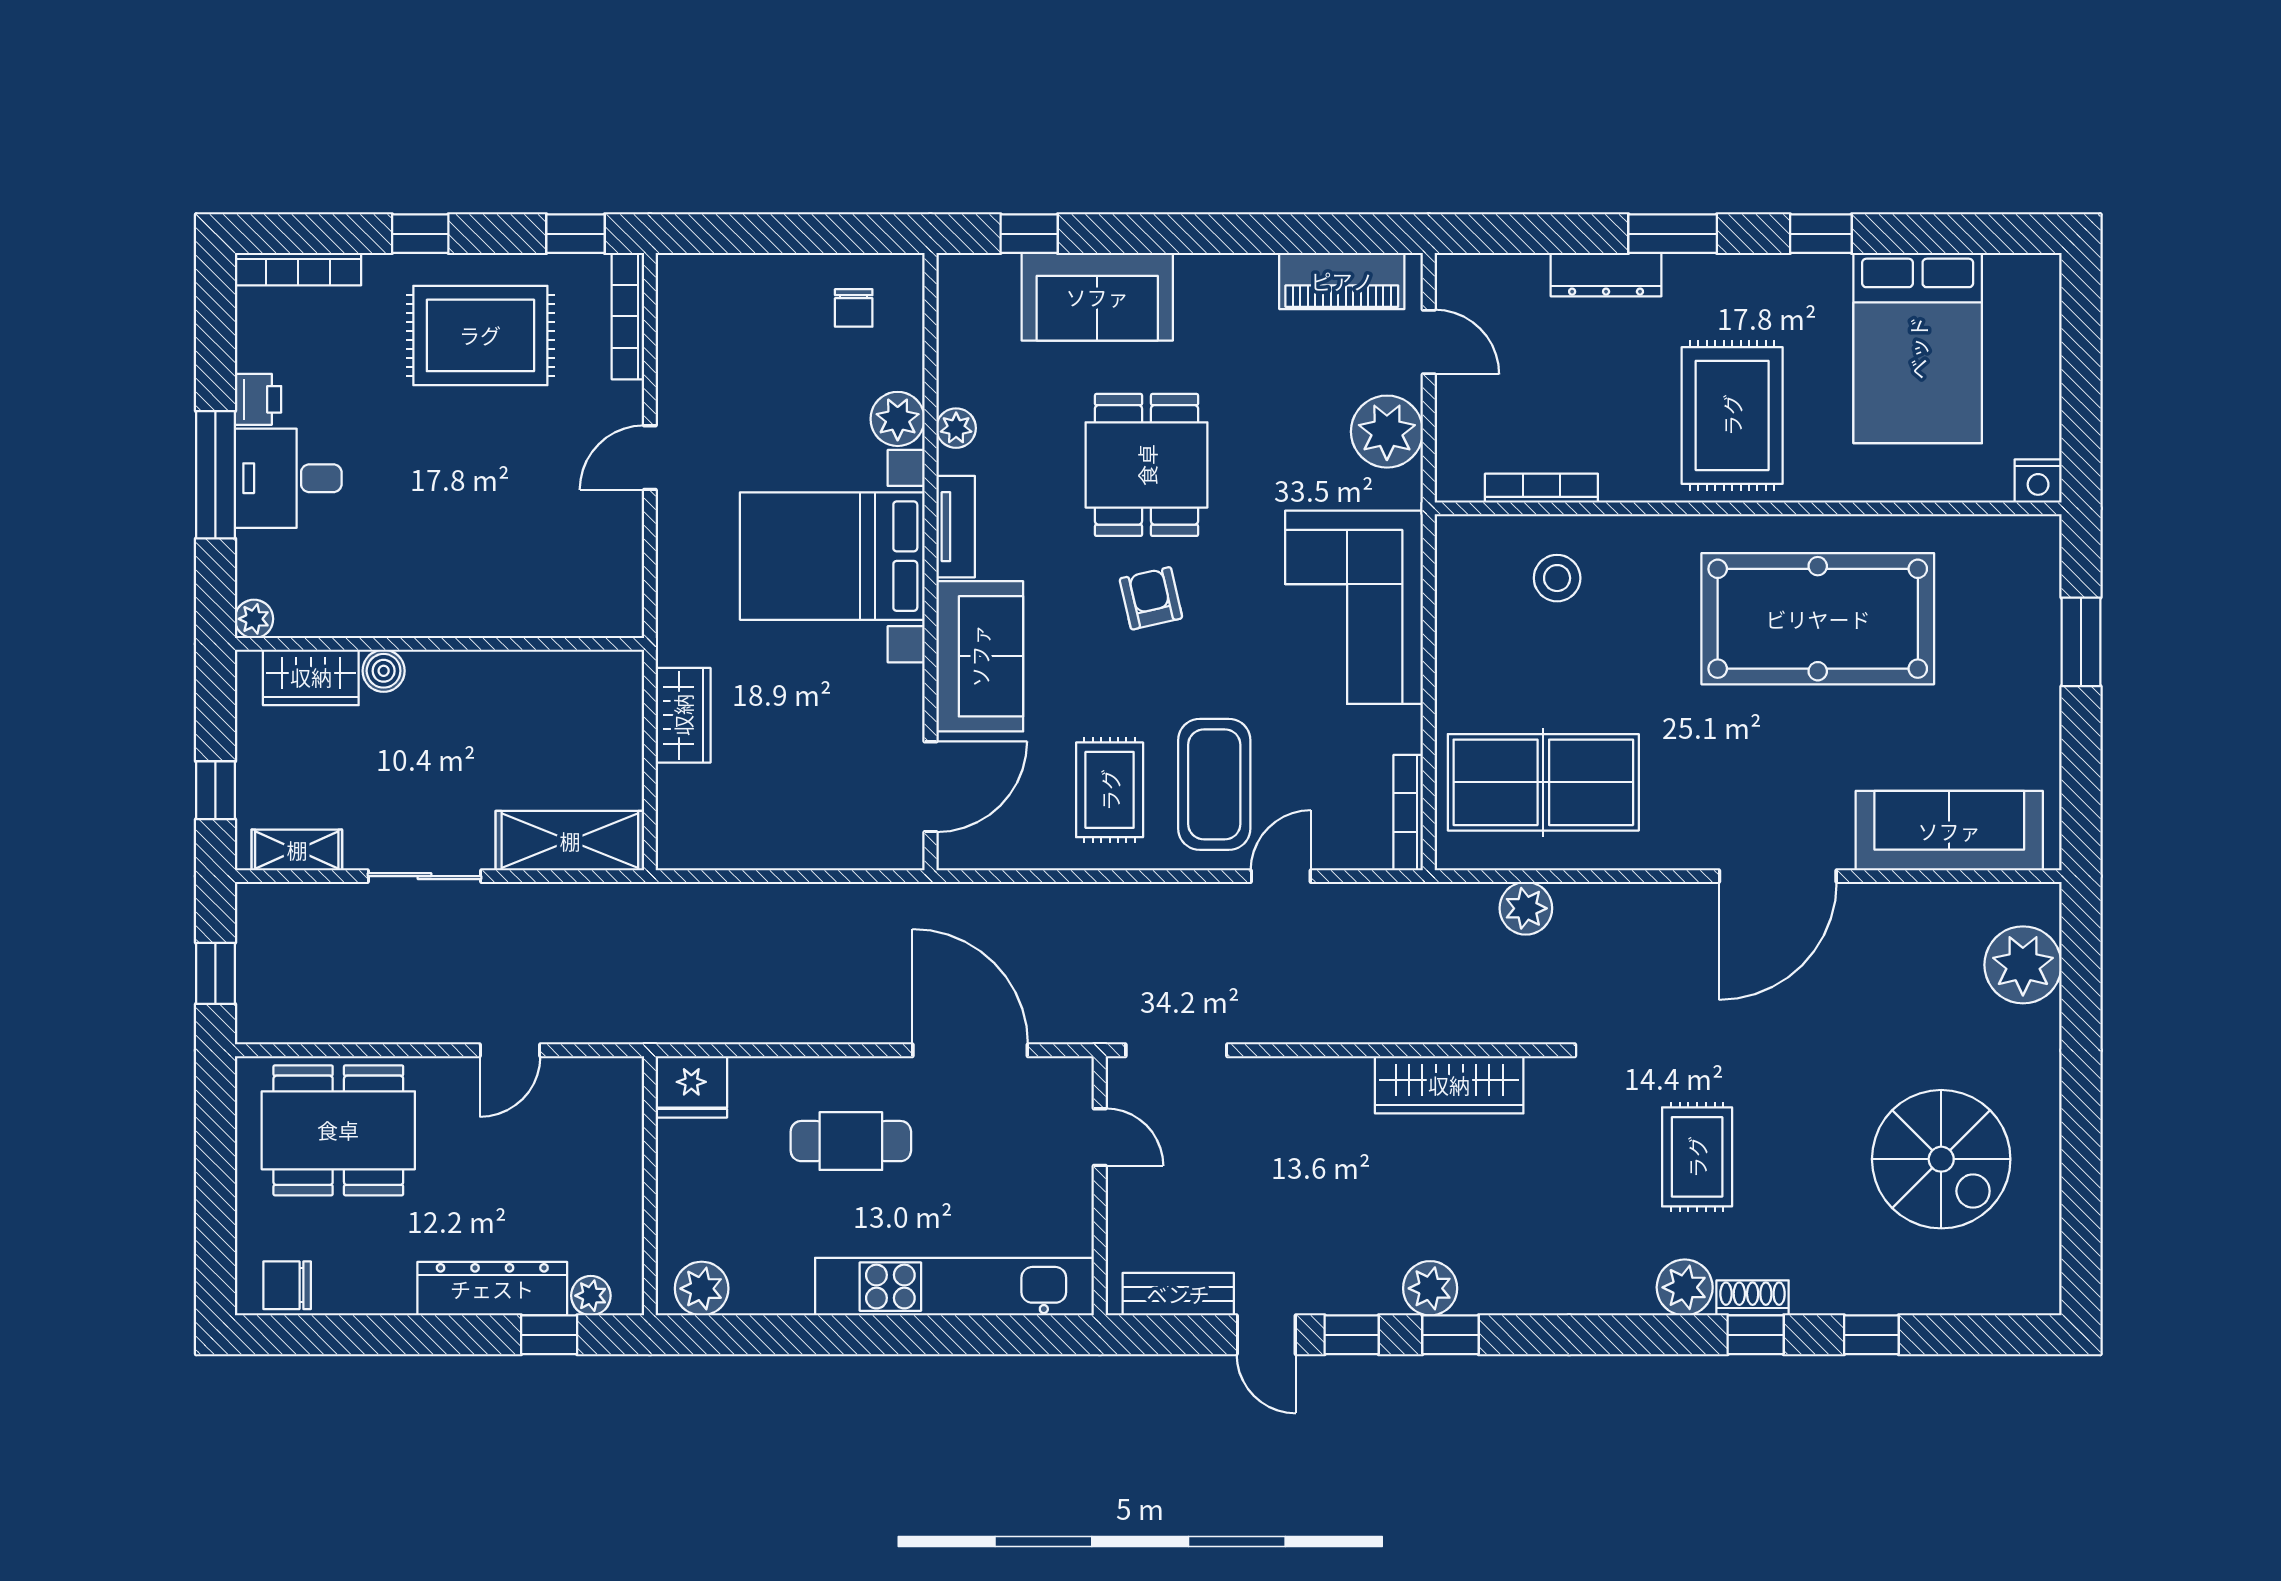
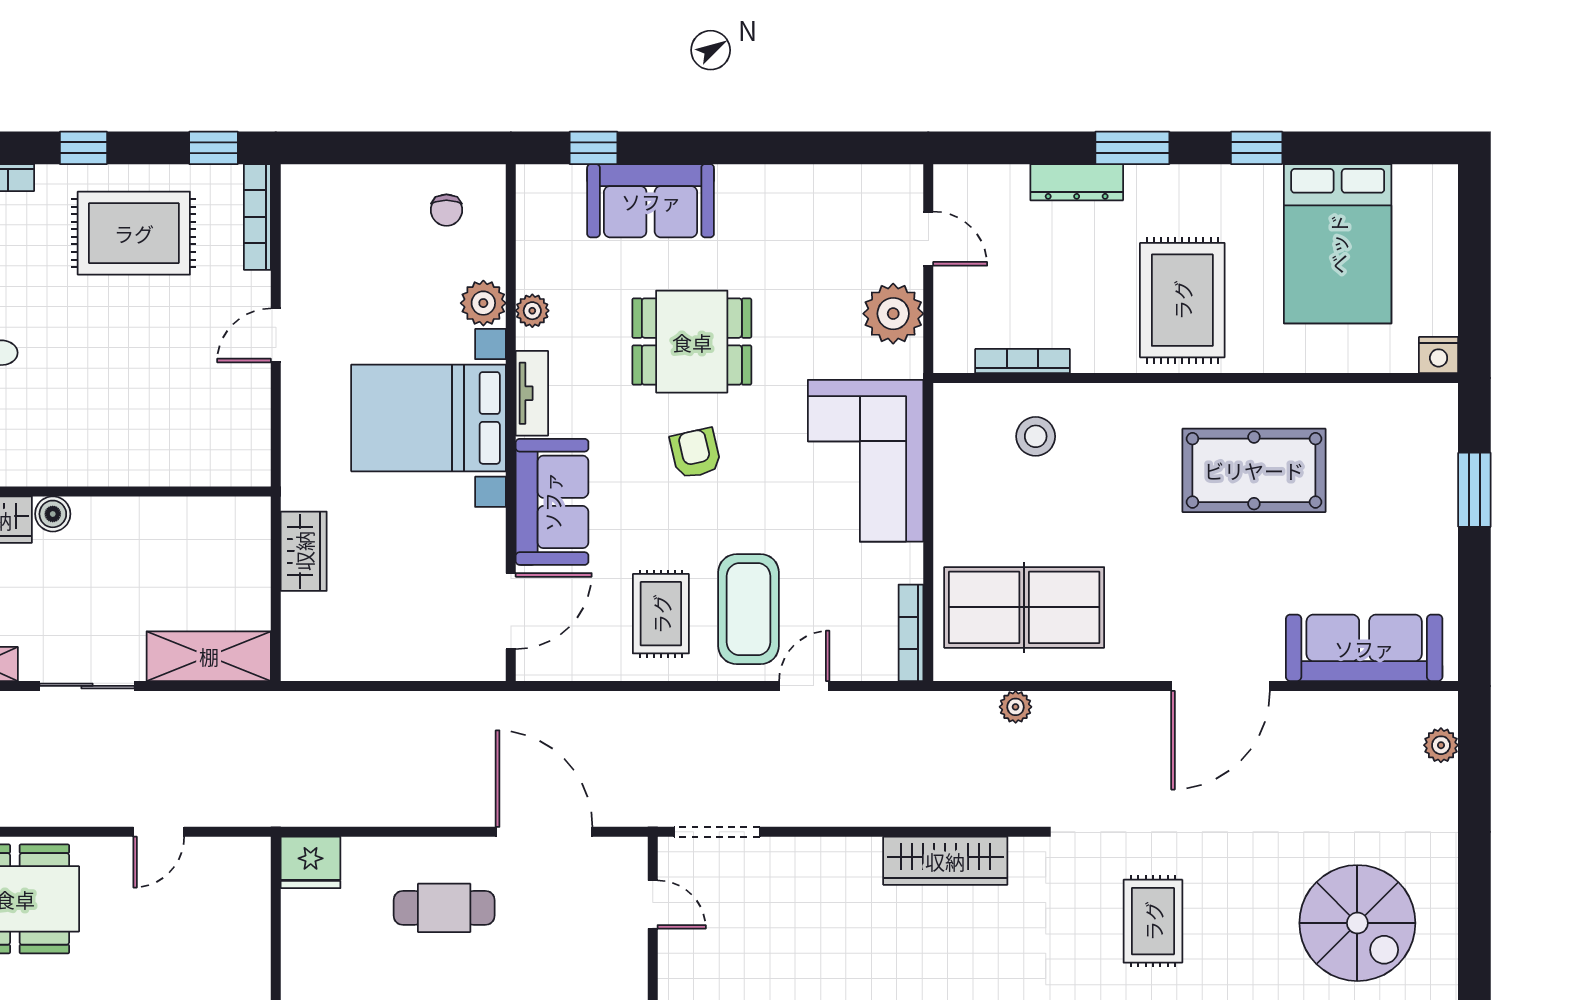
piano: (1342, 281) -> (855, 188), removed
dining table: (1147, 465) -> (692, 342), turned 90
pool table: (1818, 619) -> (1254, 470), width x0.73, depth x0.76
plant: (1526, 908) -> (1016, 707), width x0.73, depth x0.73
plant: (2023, 965) -> (1441, 745), width x0.53, depth x0.53

